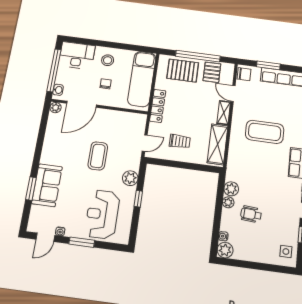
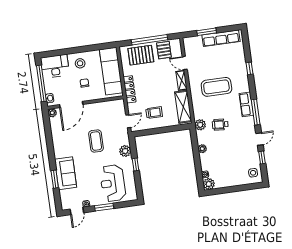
chair: (244, 74) -> (189, 44), removed
plant: (231, 189) -> (200, 125), moved
wheelchair: (251, 214) -> (220, 125), moved

